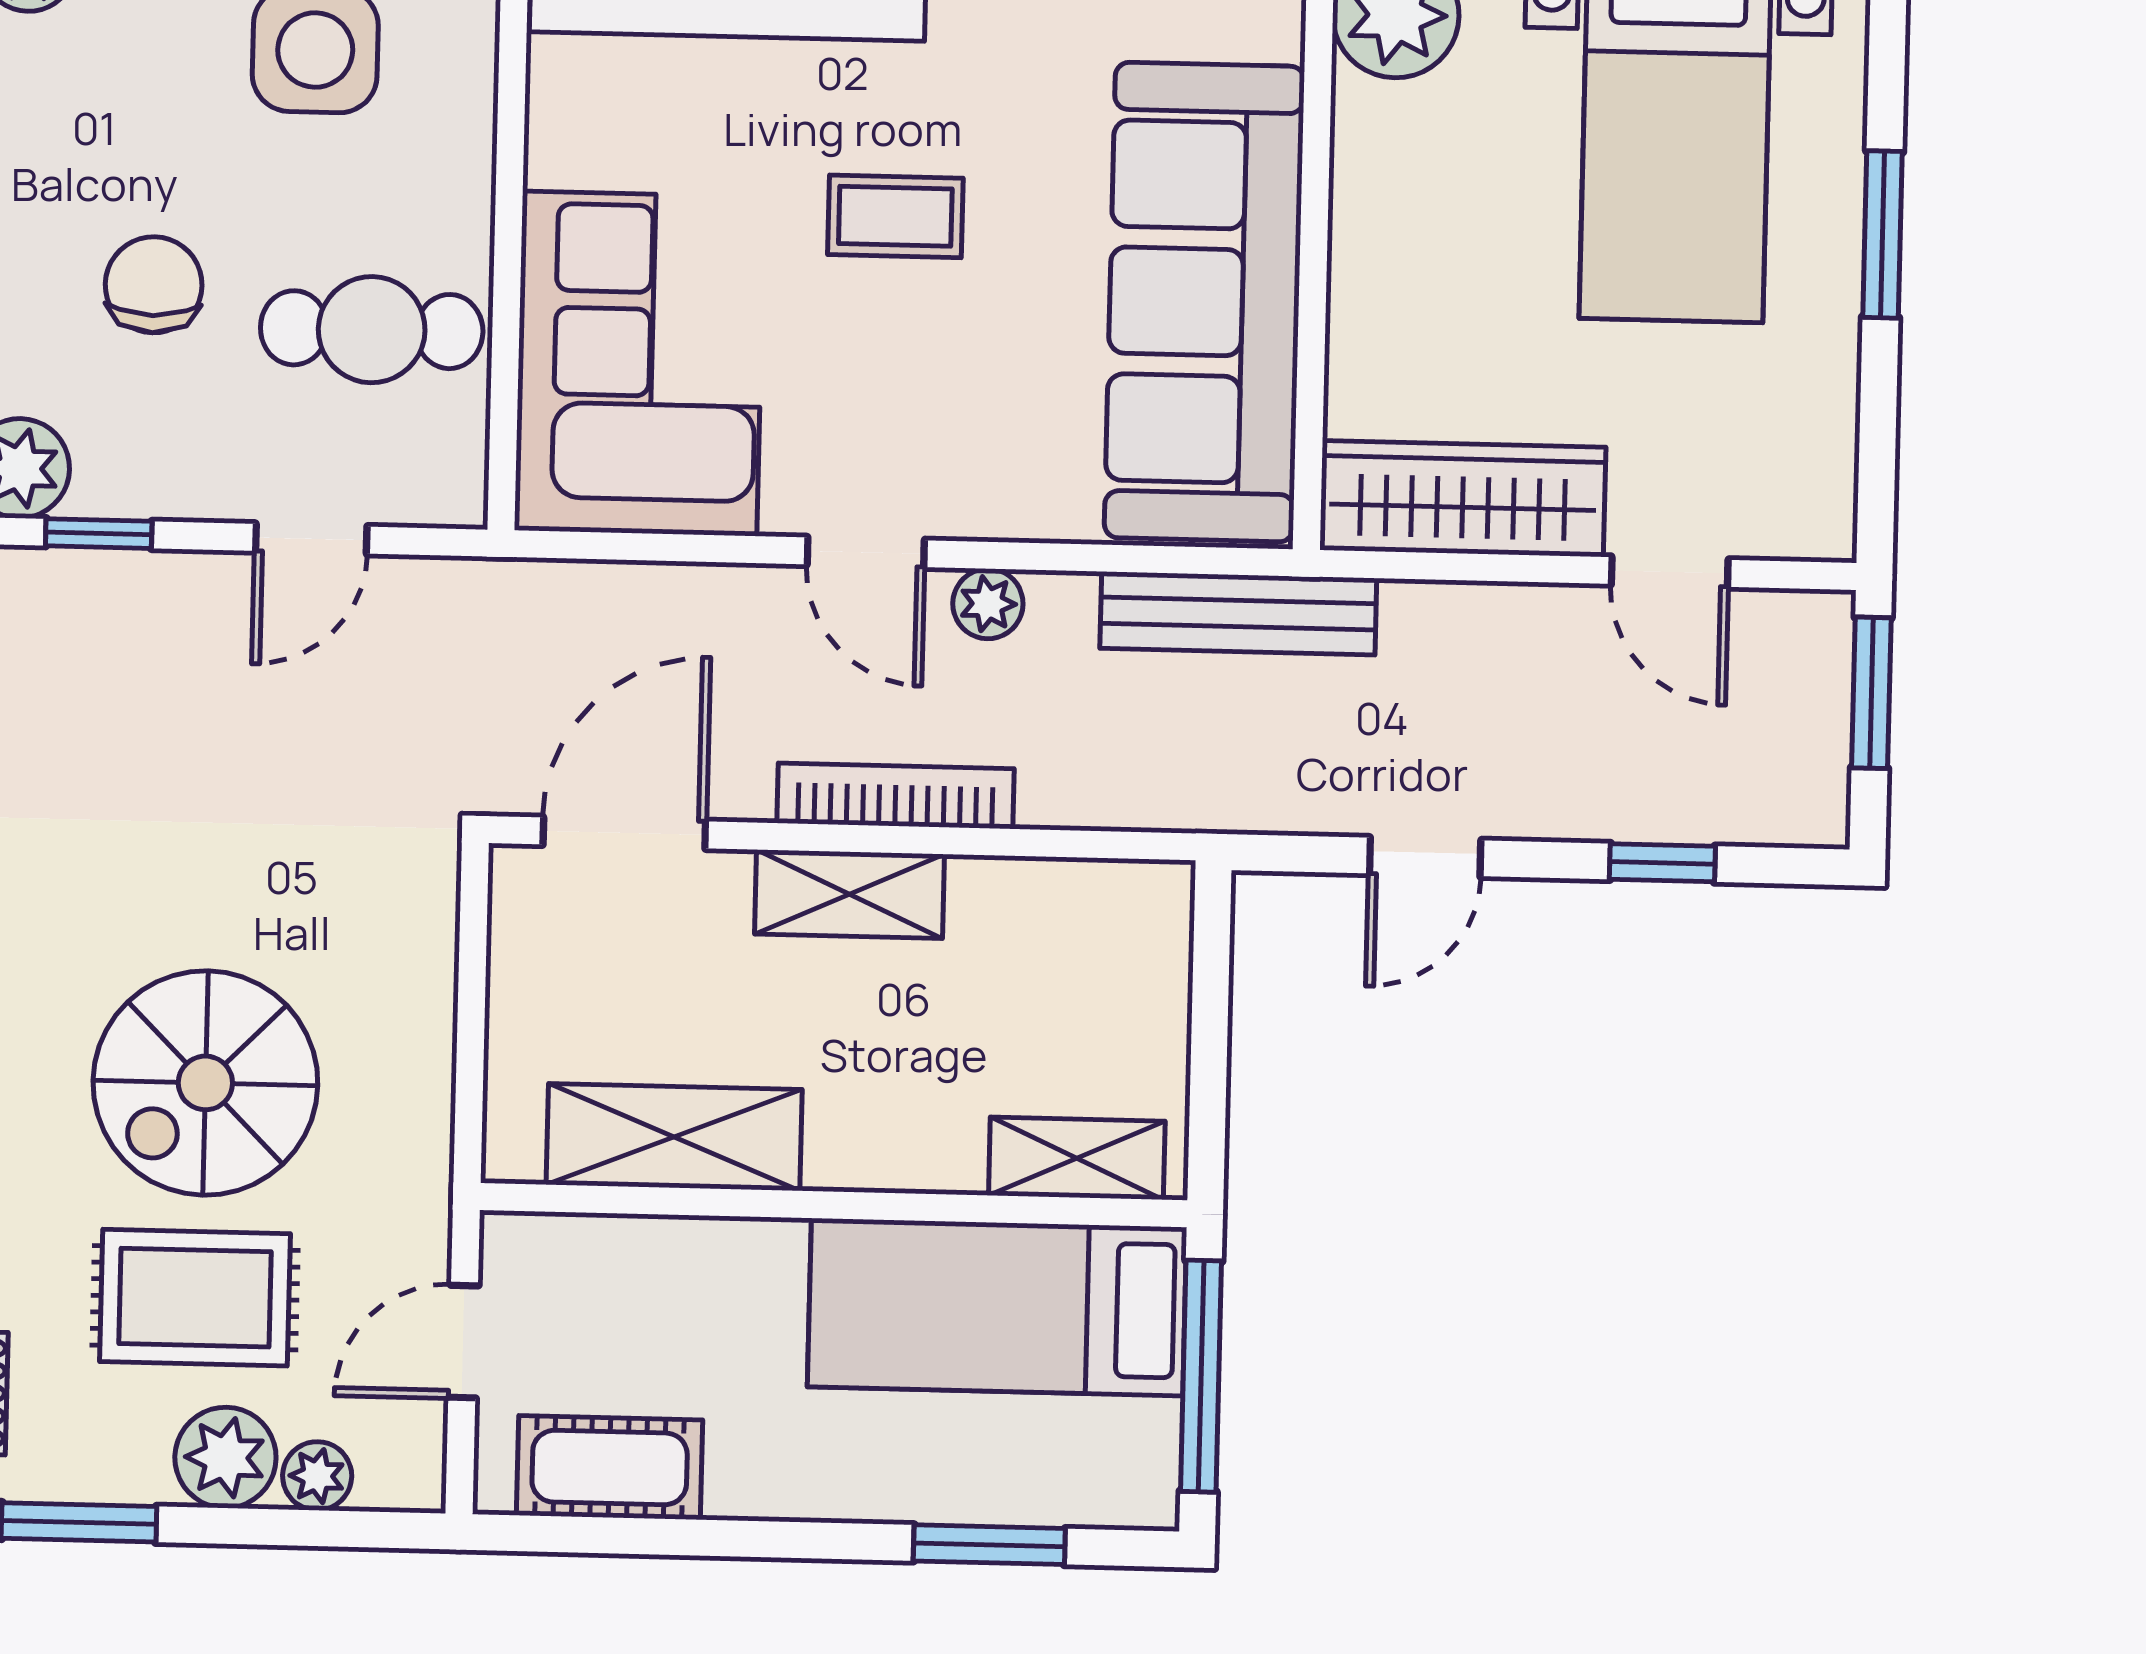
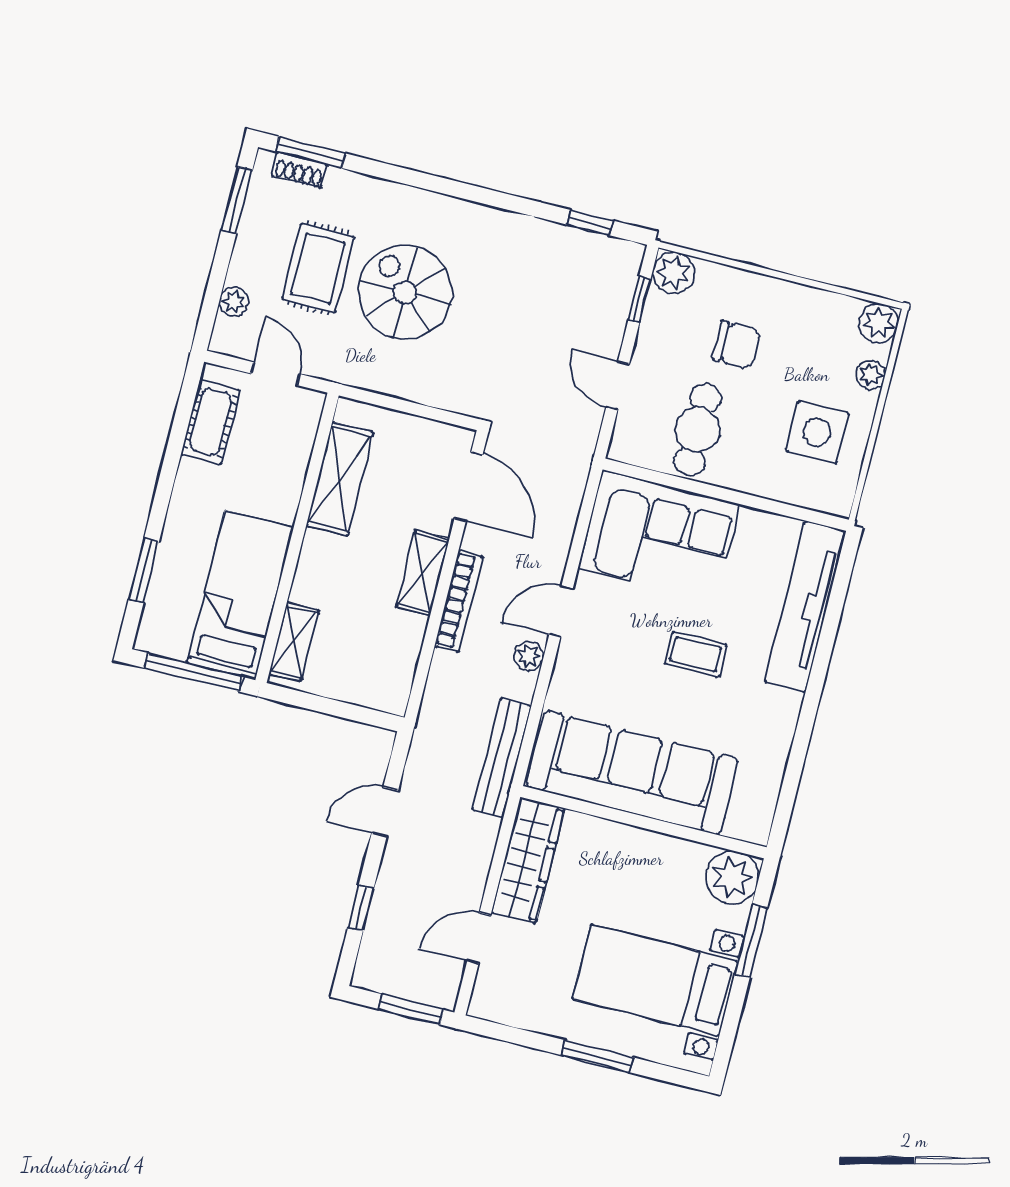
coffee table: (895, 216) -> (696, 654), turned 90
door: (1425, 857) -> (385, 812), hinge flipped
plant: (225, 1458) -> (250, 266), removed

